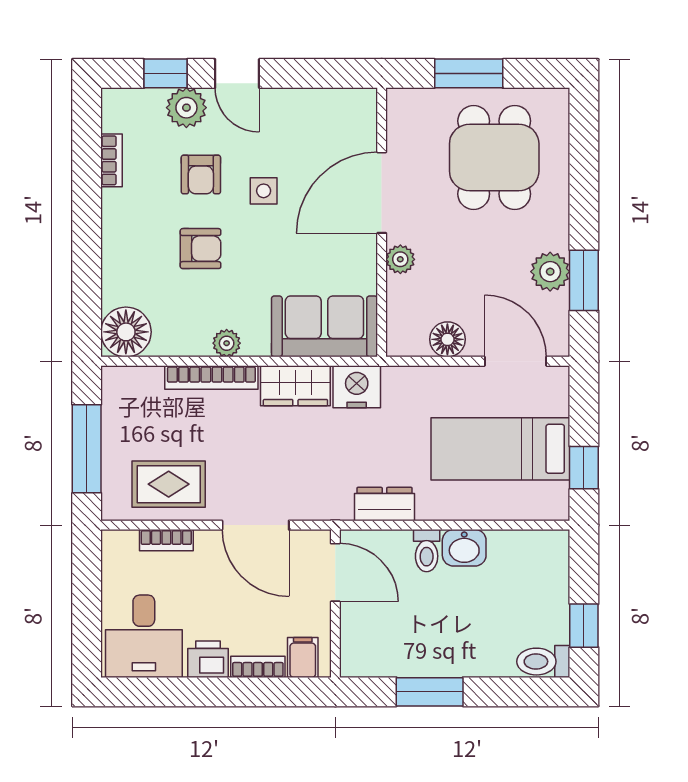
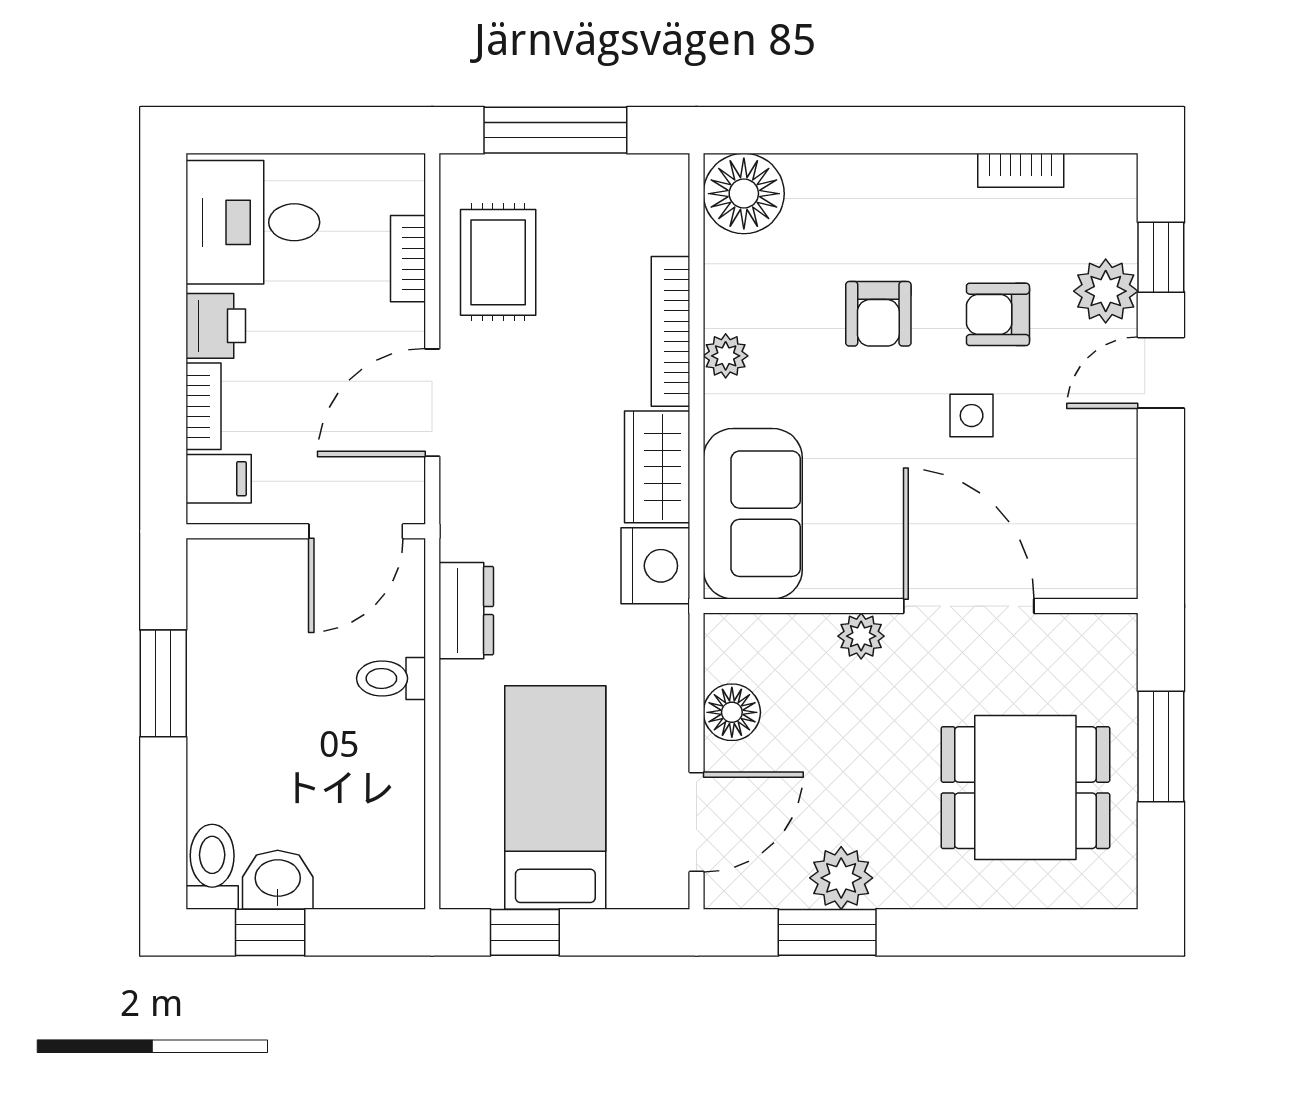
washbasin: (464, 548) -> (278, 880), moved, turned 90

